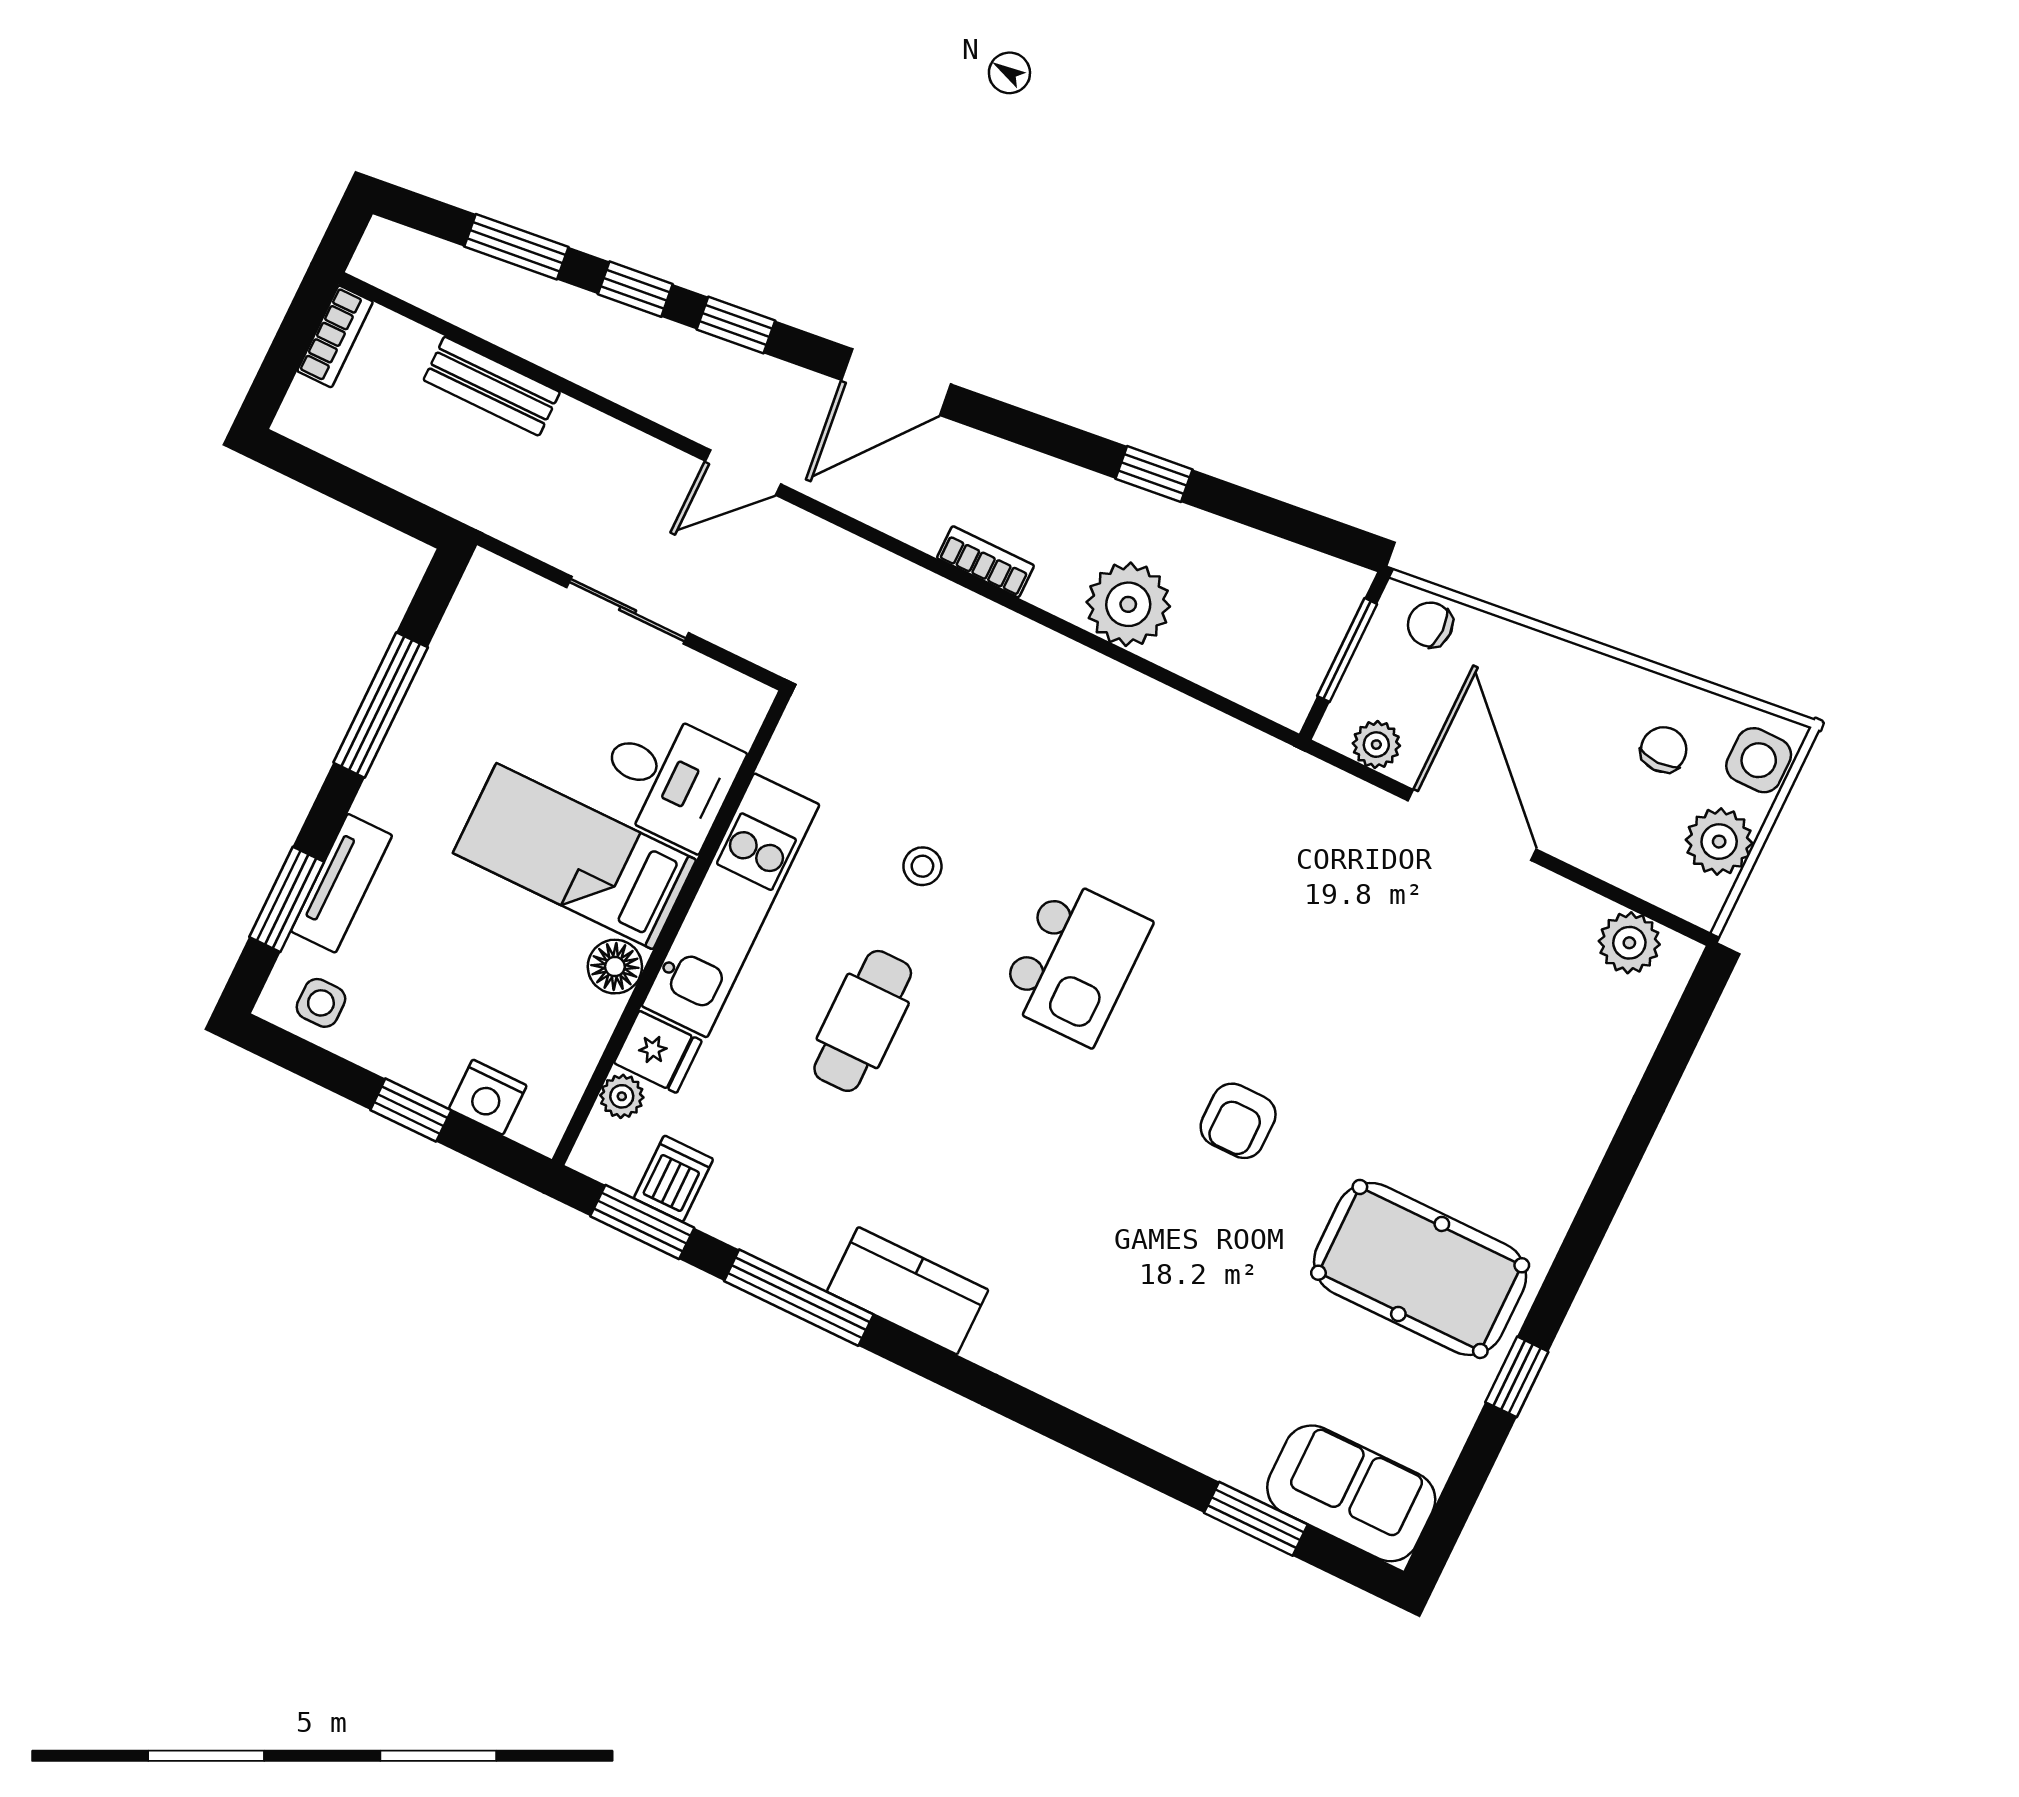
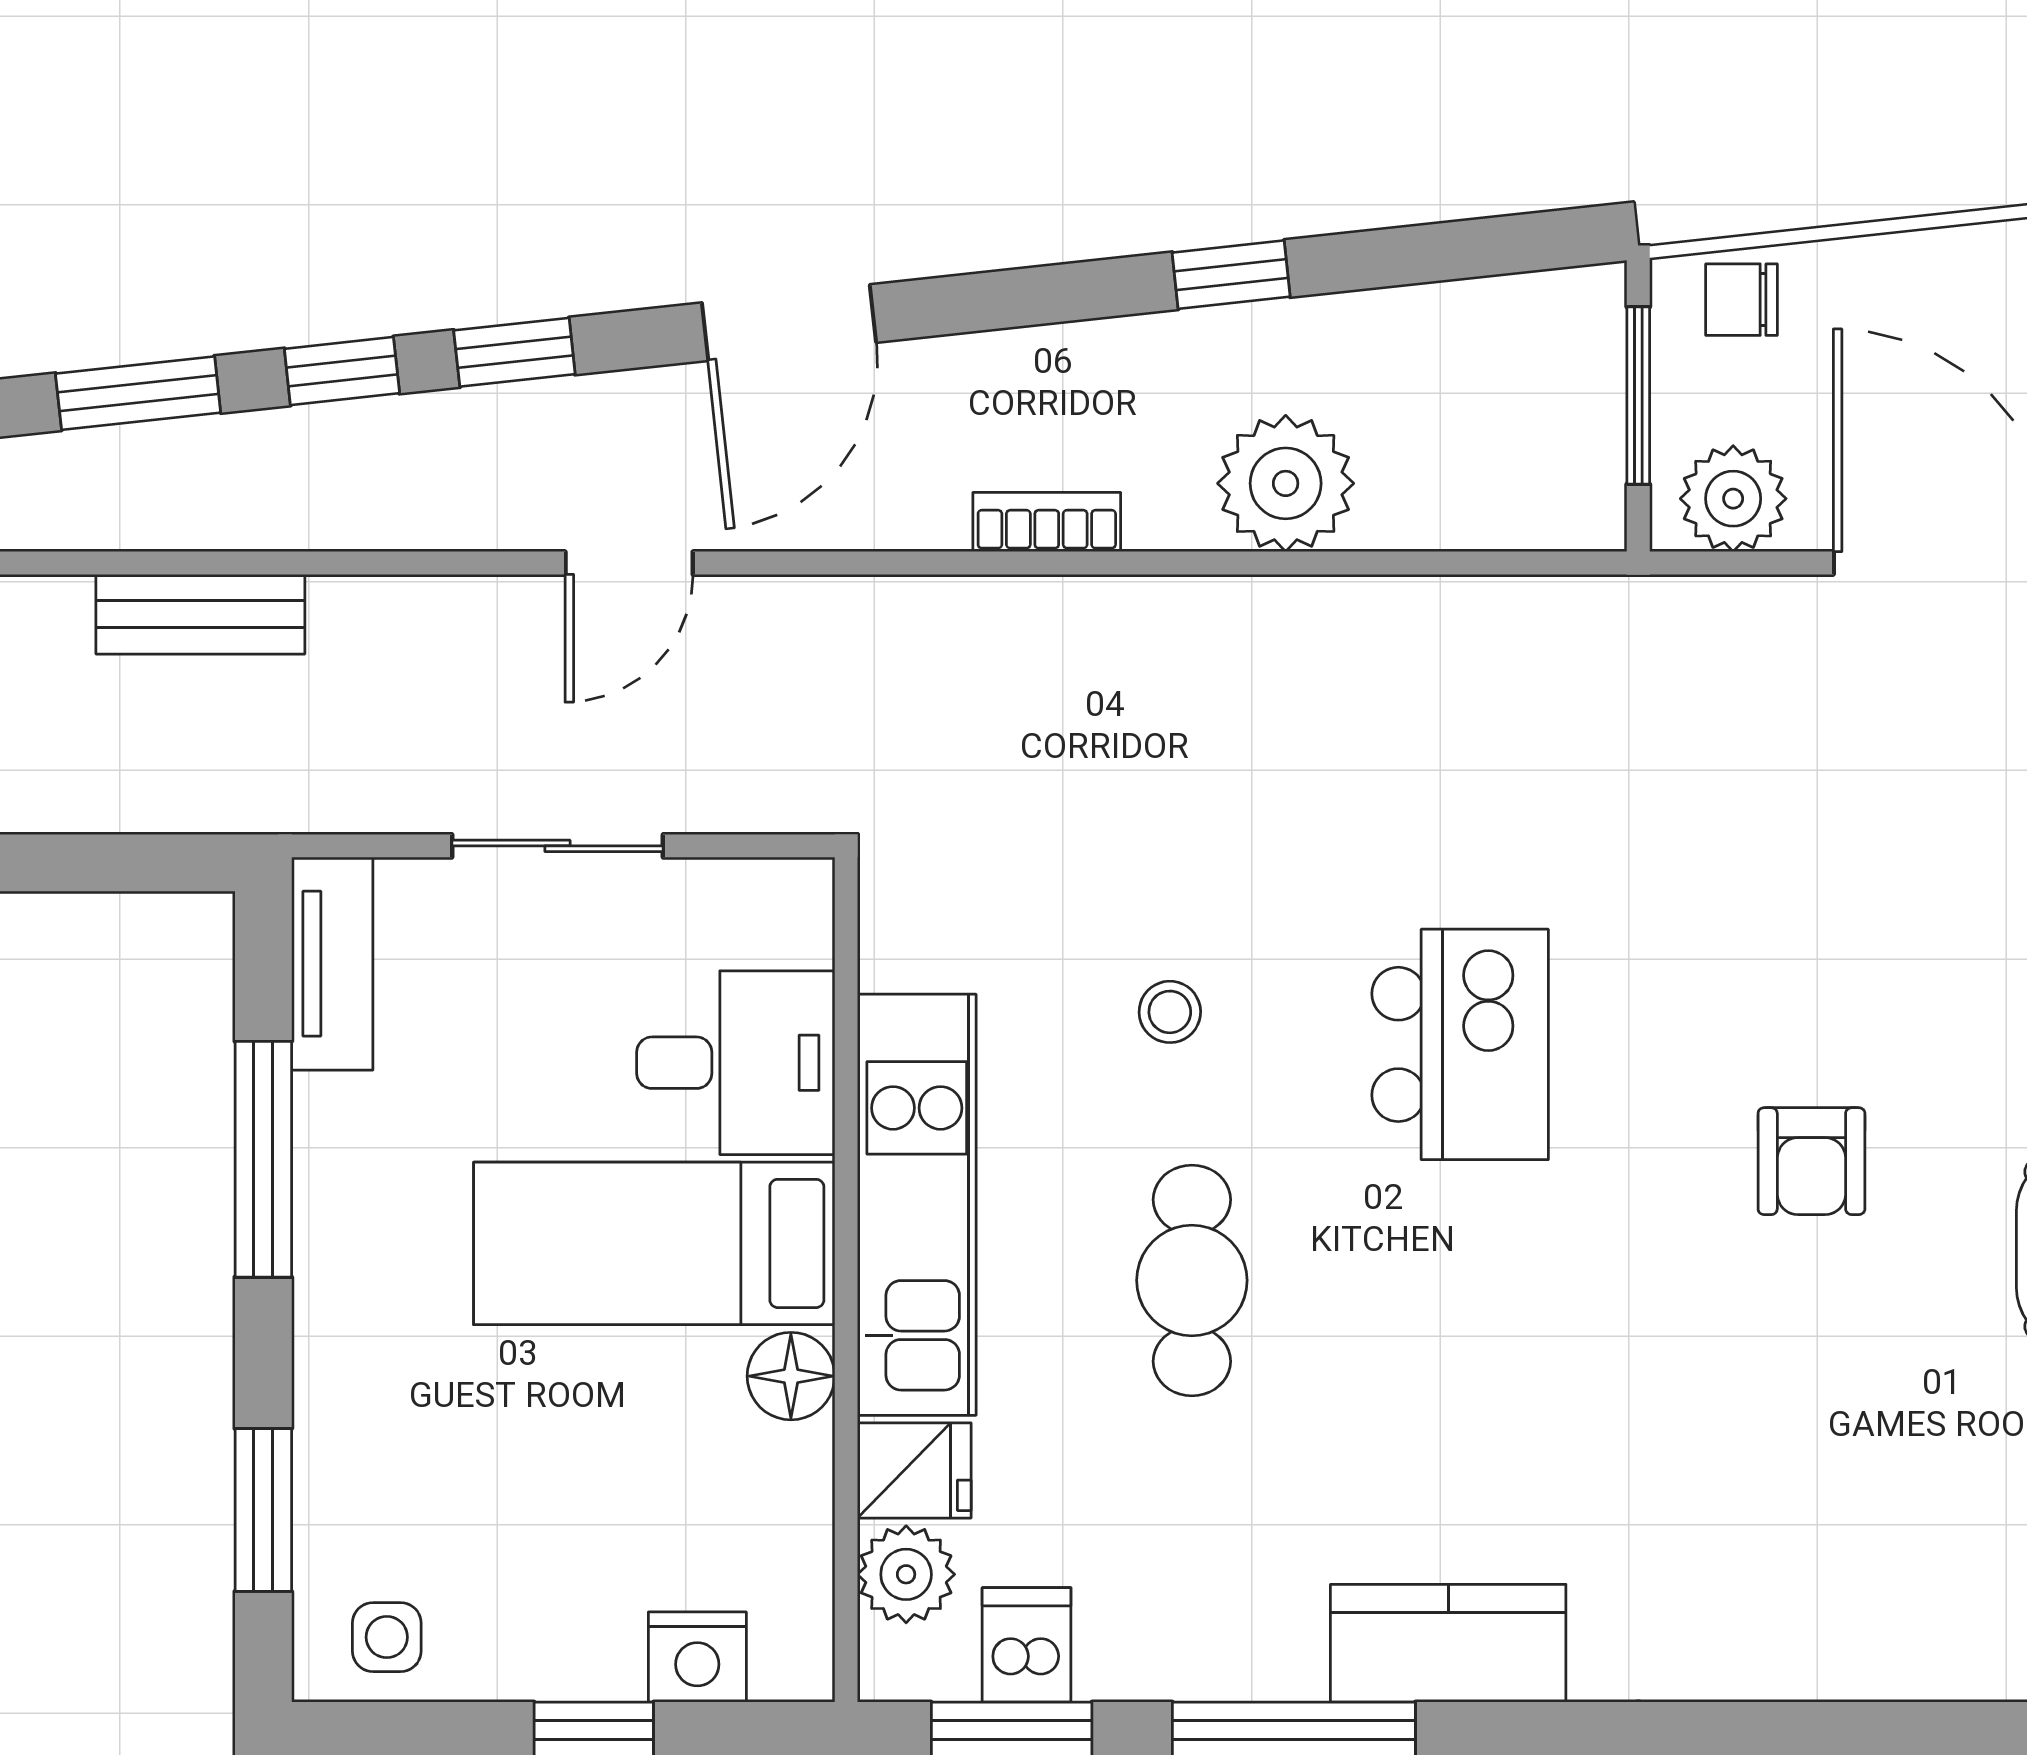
plant: (1376, 745) -> (1733, 499), width x1.38, depth x1.38
tv unit: (342, 883) -> (332, 964), moved
plant: (622, 1096) -> (906, 1574), width x1.38, depth x1.38

